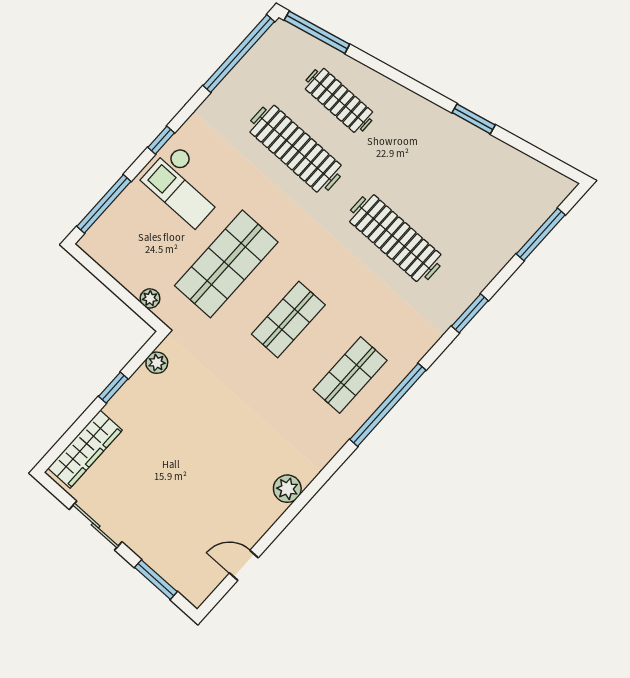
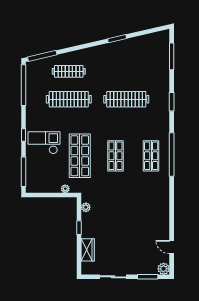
checkout: (185, 186) -> (44, 143), turned 180
wardrobe: (85, 449) -> (88, 250), width x0.67
plant: (287, 489) -> (164, 269), moved
door: (244, 565) -> (172, 247), hinge flipped

